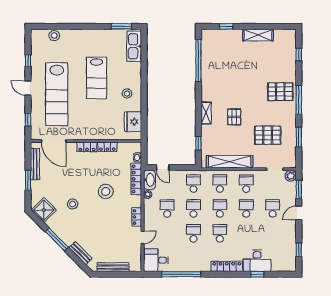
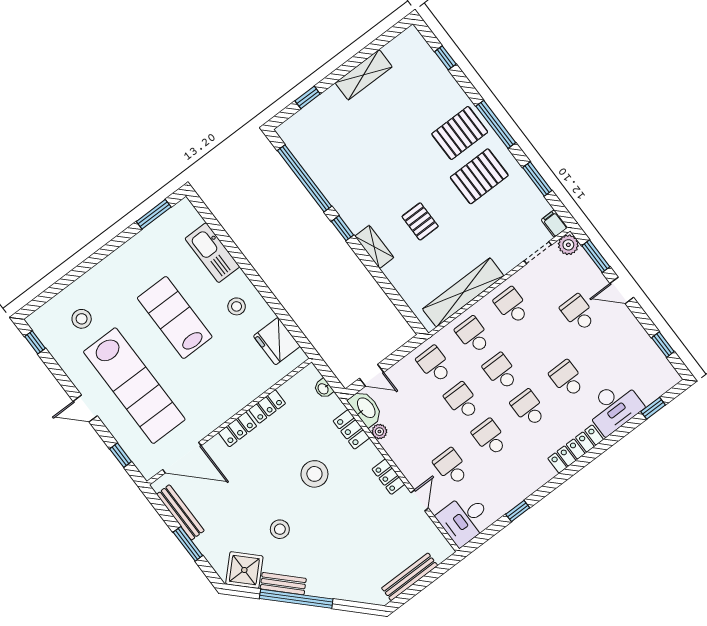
stool: (54, 36) -> (82, 319), moved
kitchen sink: (134, 46) -> (212, 253), moved
window: (28, 61) -> (35, 342), moved
lab bench: (97, 78) -> (175, 318), turned 180
pallet: (268, 135) -> (479, 176), moved
window: (198, 143) -> (342, 228), moved
filing cabinet: (292, 162) -> (554, 224), added
locker: (136, 179) -> (351, 429), width x0.66
school desk: (167, 208) -> (451, 467), moved
school desk: (246, 208) -> (567, 379), moved
door: (299, 213) -> (622, 290), hinge flipped
window: (57, 239) -> (296, 599), width x1.46
bench: (81, 253) -> (283, 584), moved
window: (181, 274) -> (518, 511), width x0.32
window: (257, 274) -> (653, 408), moved

